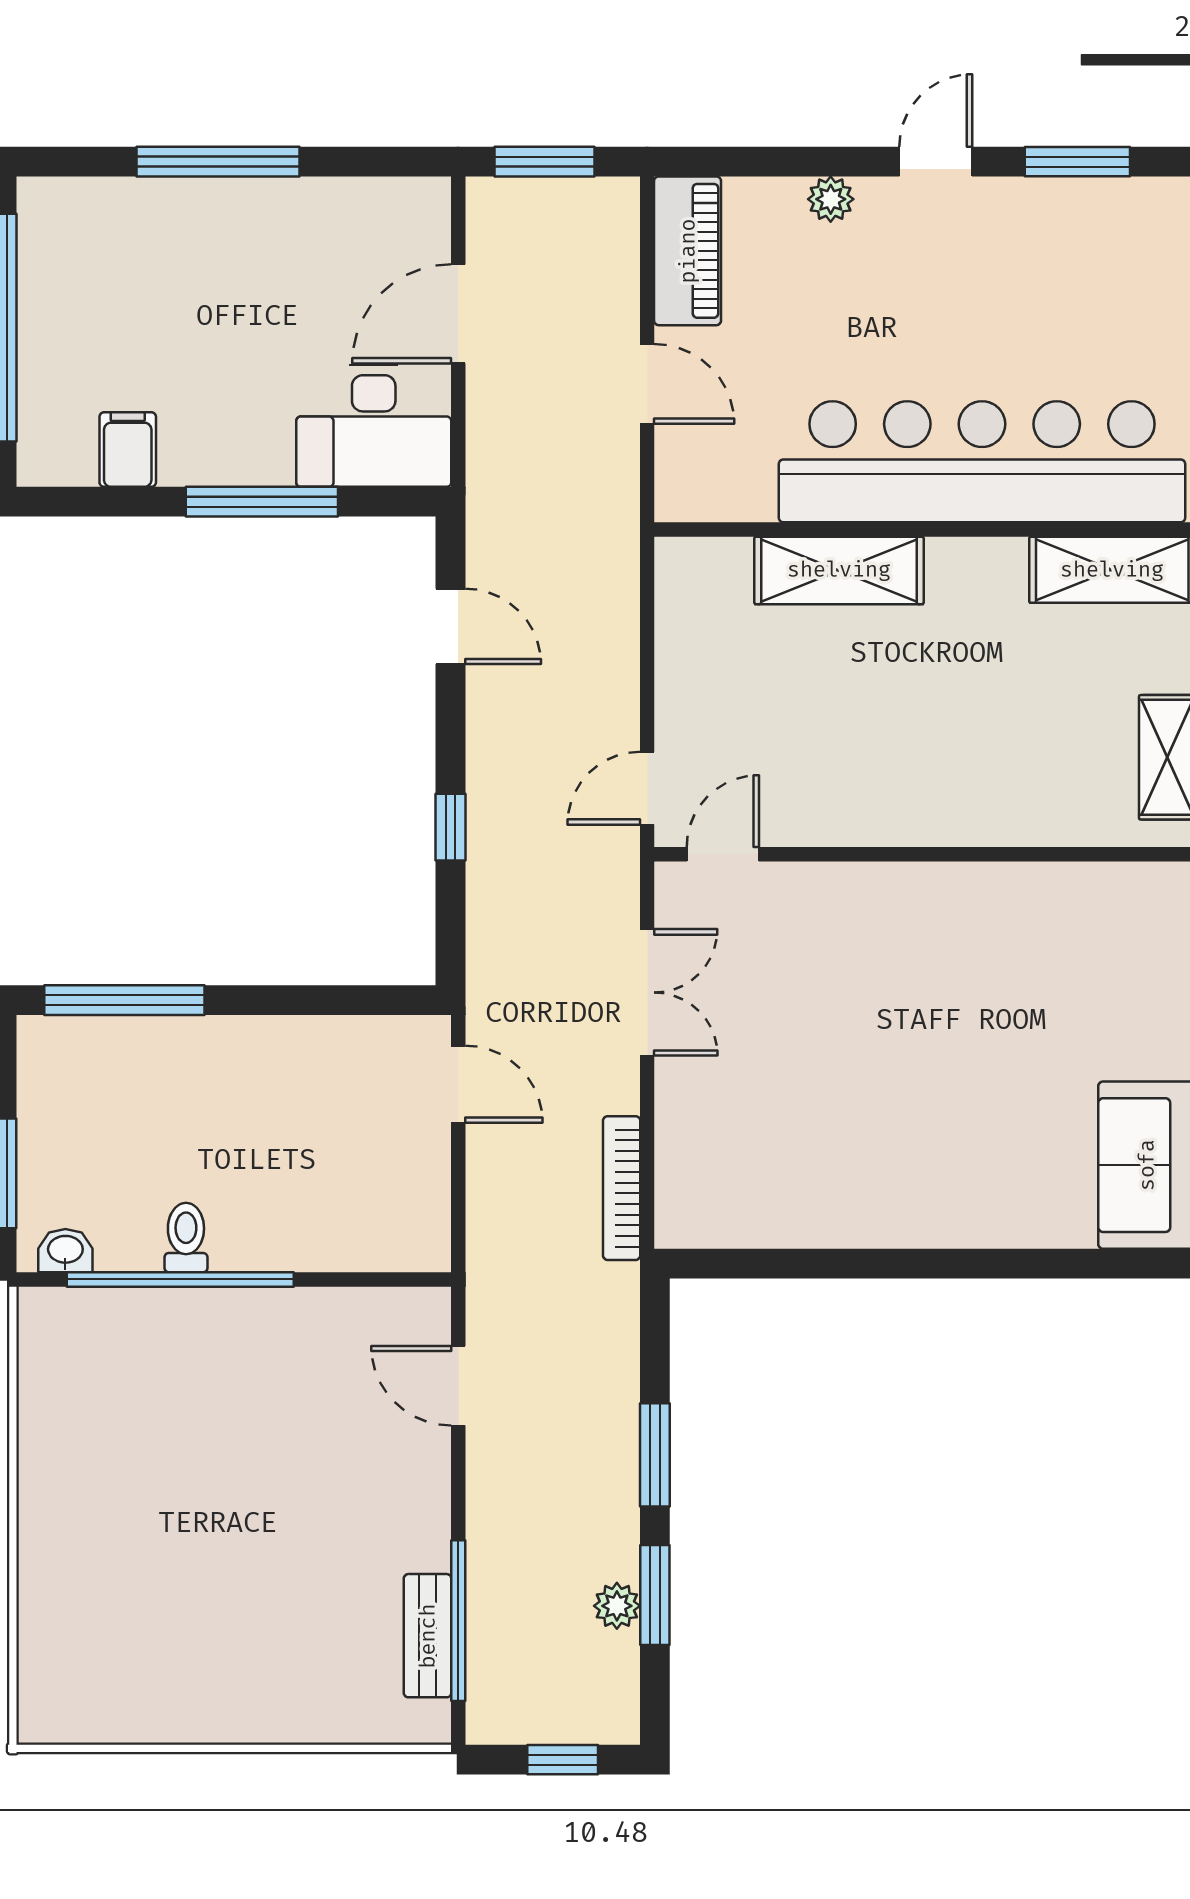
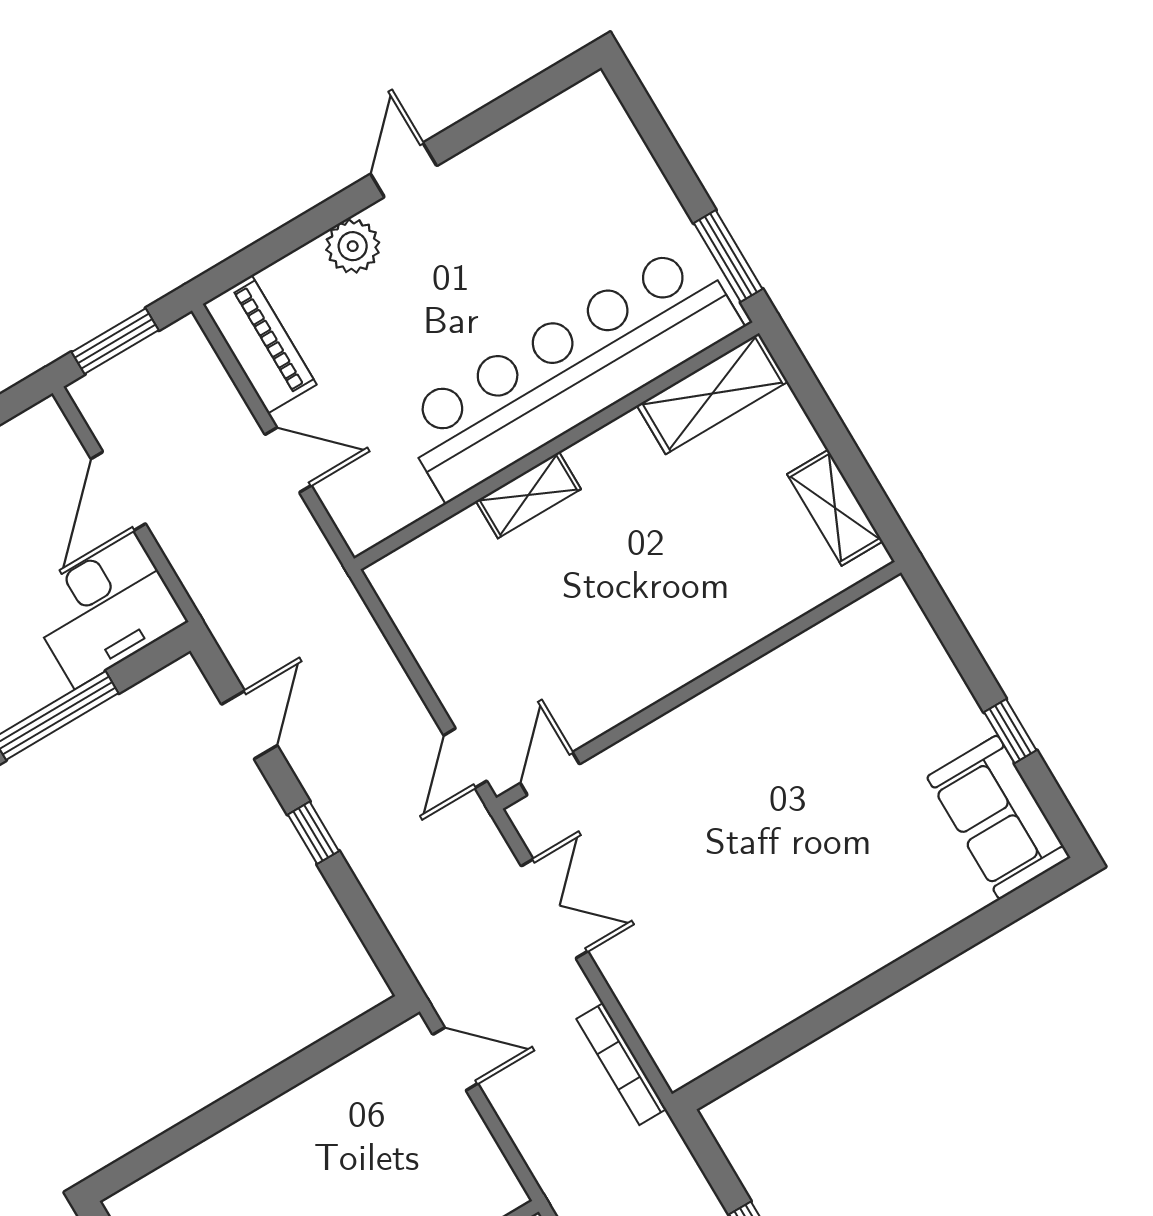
window: (1077, 162) -> (508, 108), removed
plant: (831, 199) -> (353, 246), width x1.38, depth x1.38
shelving: (839, 570) -> (528, 495), width x0.67, depth x0.75
door: (450, 626) -> (249, 725), hinge flipped
window: (450, 827) -> (313, 833), moved
window: (124, 1000) -> (172, 1143), removed

